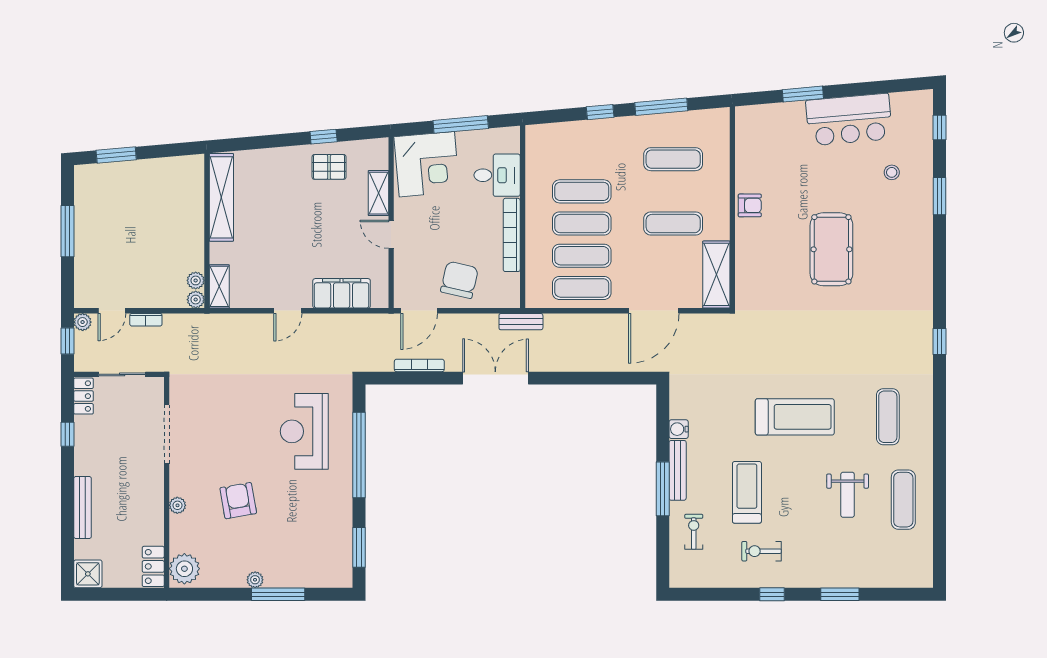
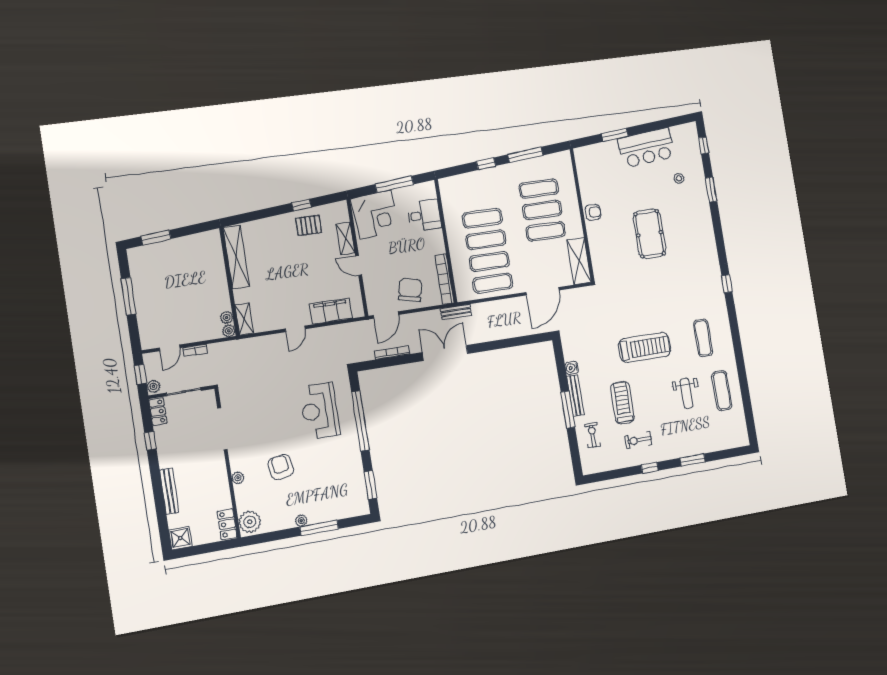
exercise mat: (673, 191) -> (542, 210), added
bookcase: (512, 235) -> (444, 279), moved
plant: (83, 322) -> (153, 386), moved

